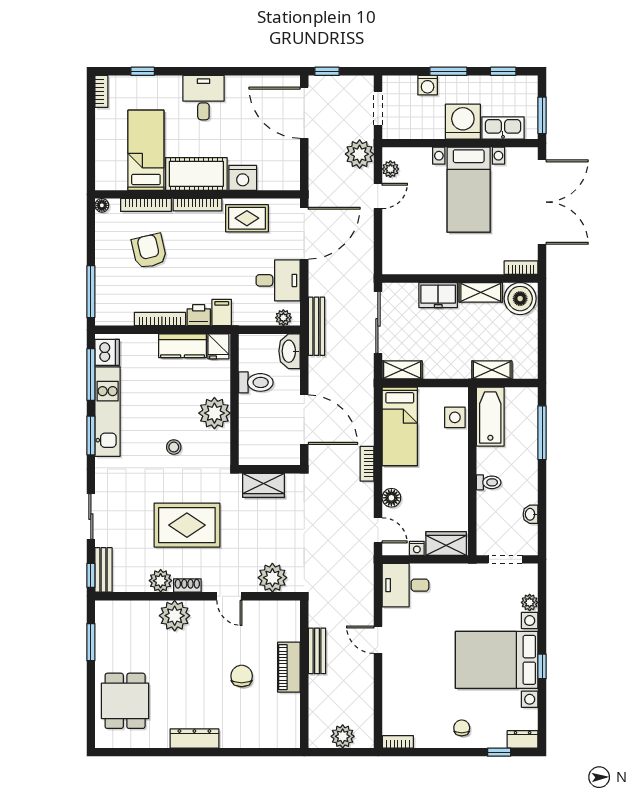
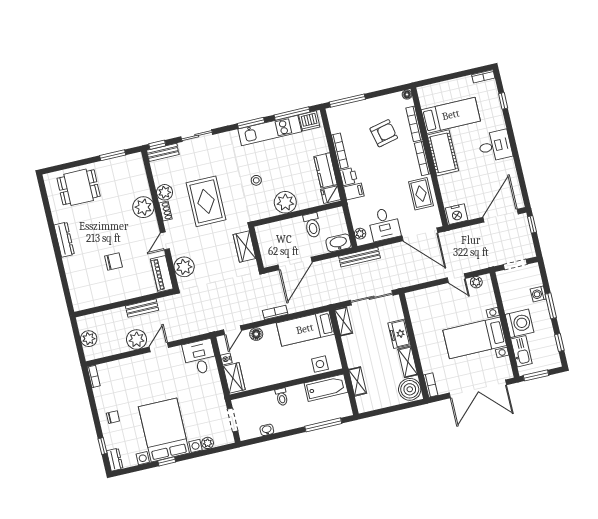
plant: (360, 154) -> (137, 339), moved
nightstand: (243, 178) -> (457, 214), moved, turned -90
piano: (289, 667) -> (162, 274), moved, turned -90

